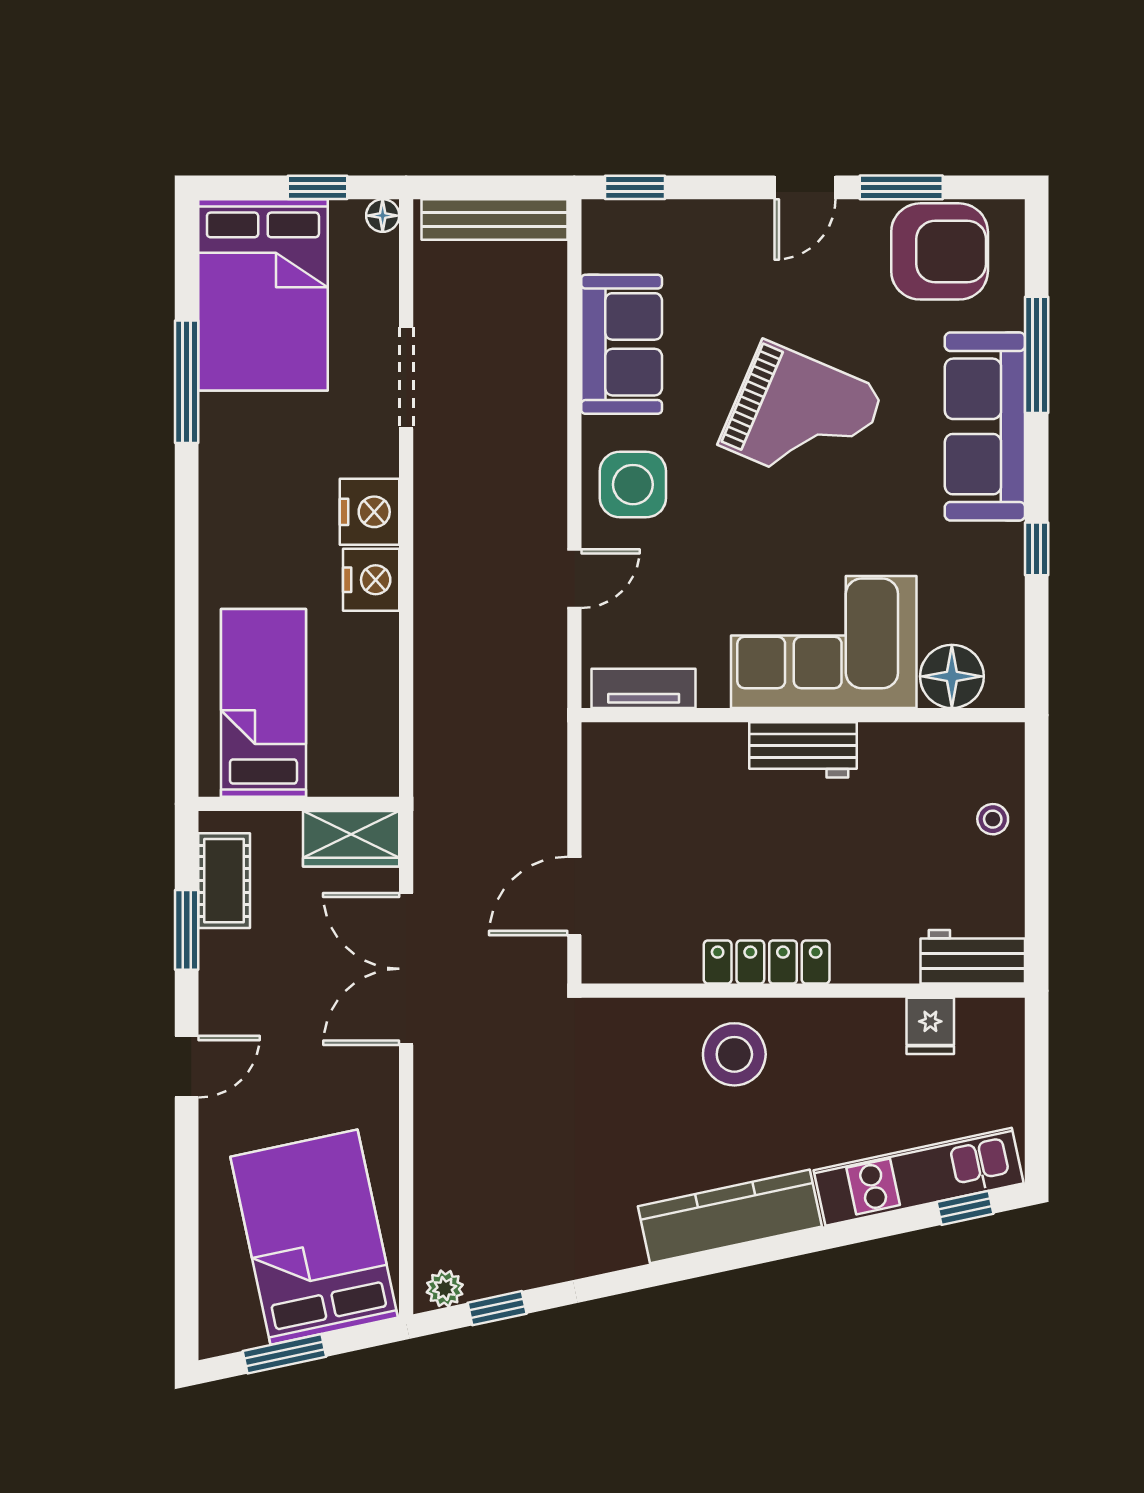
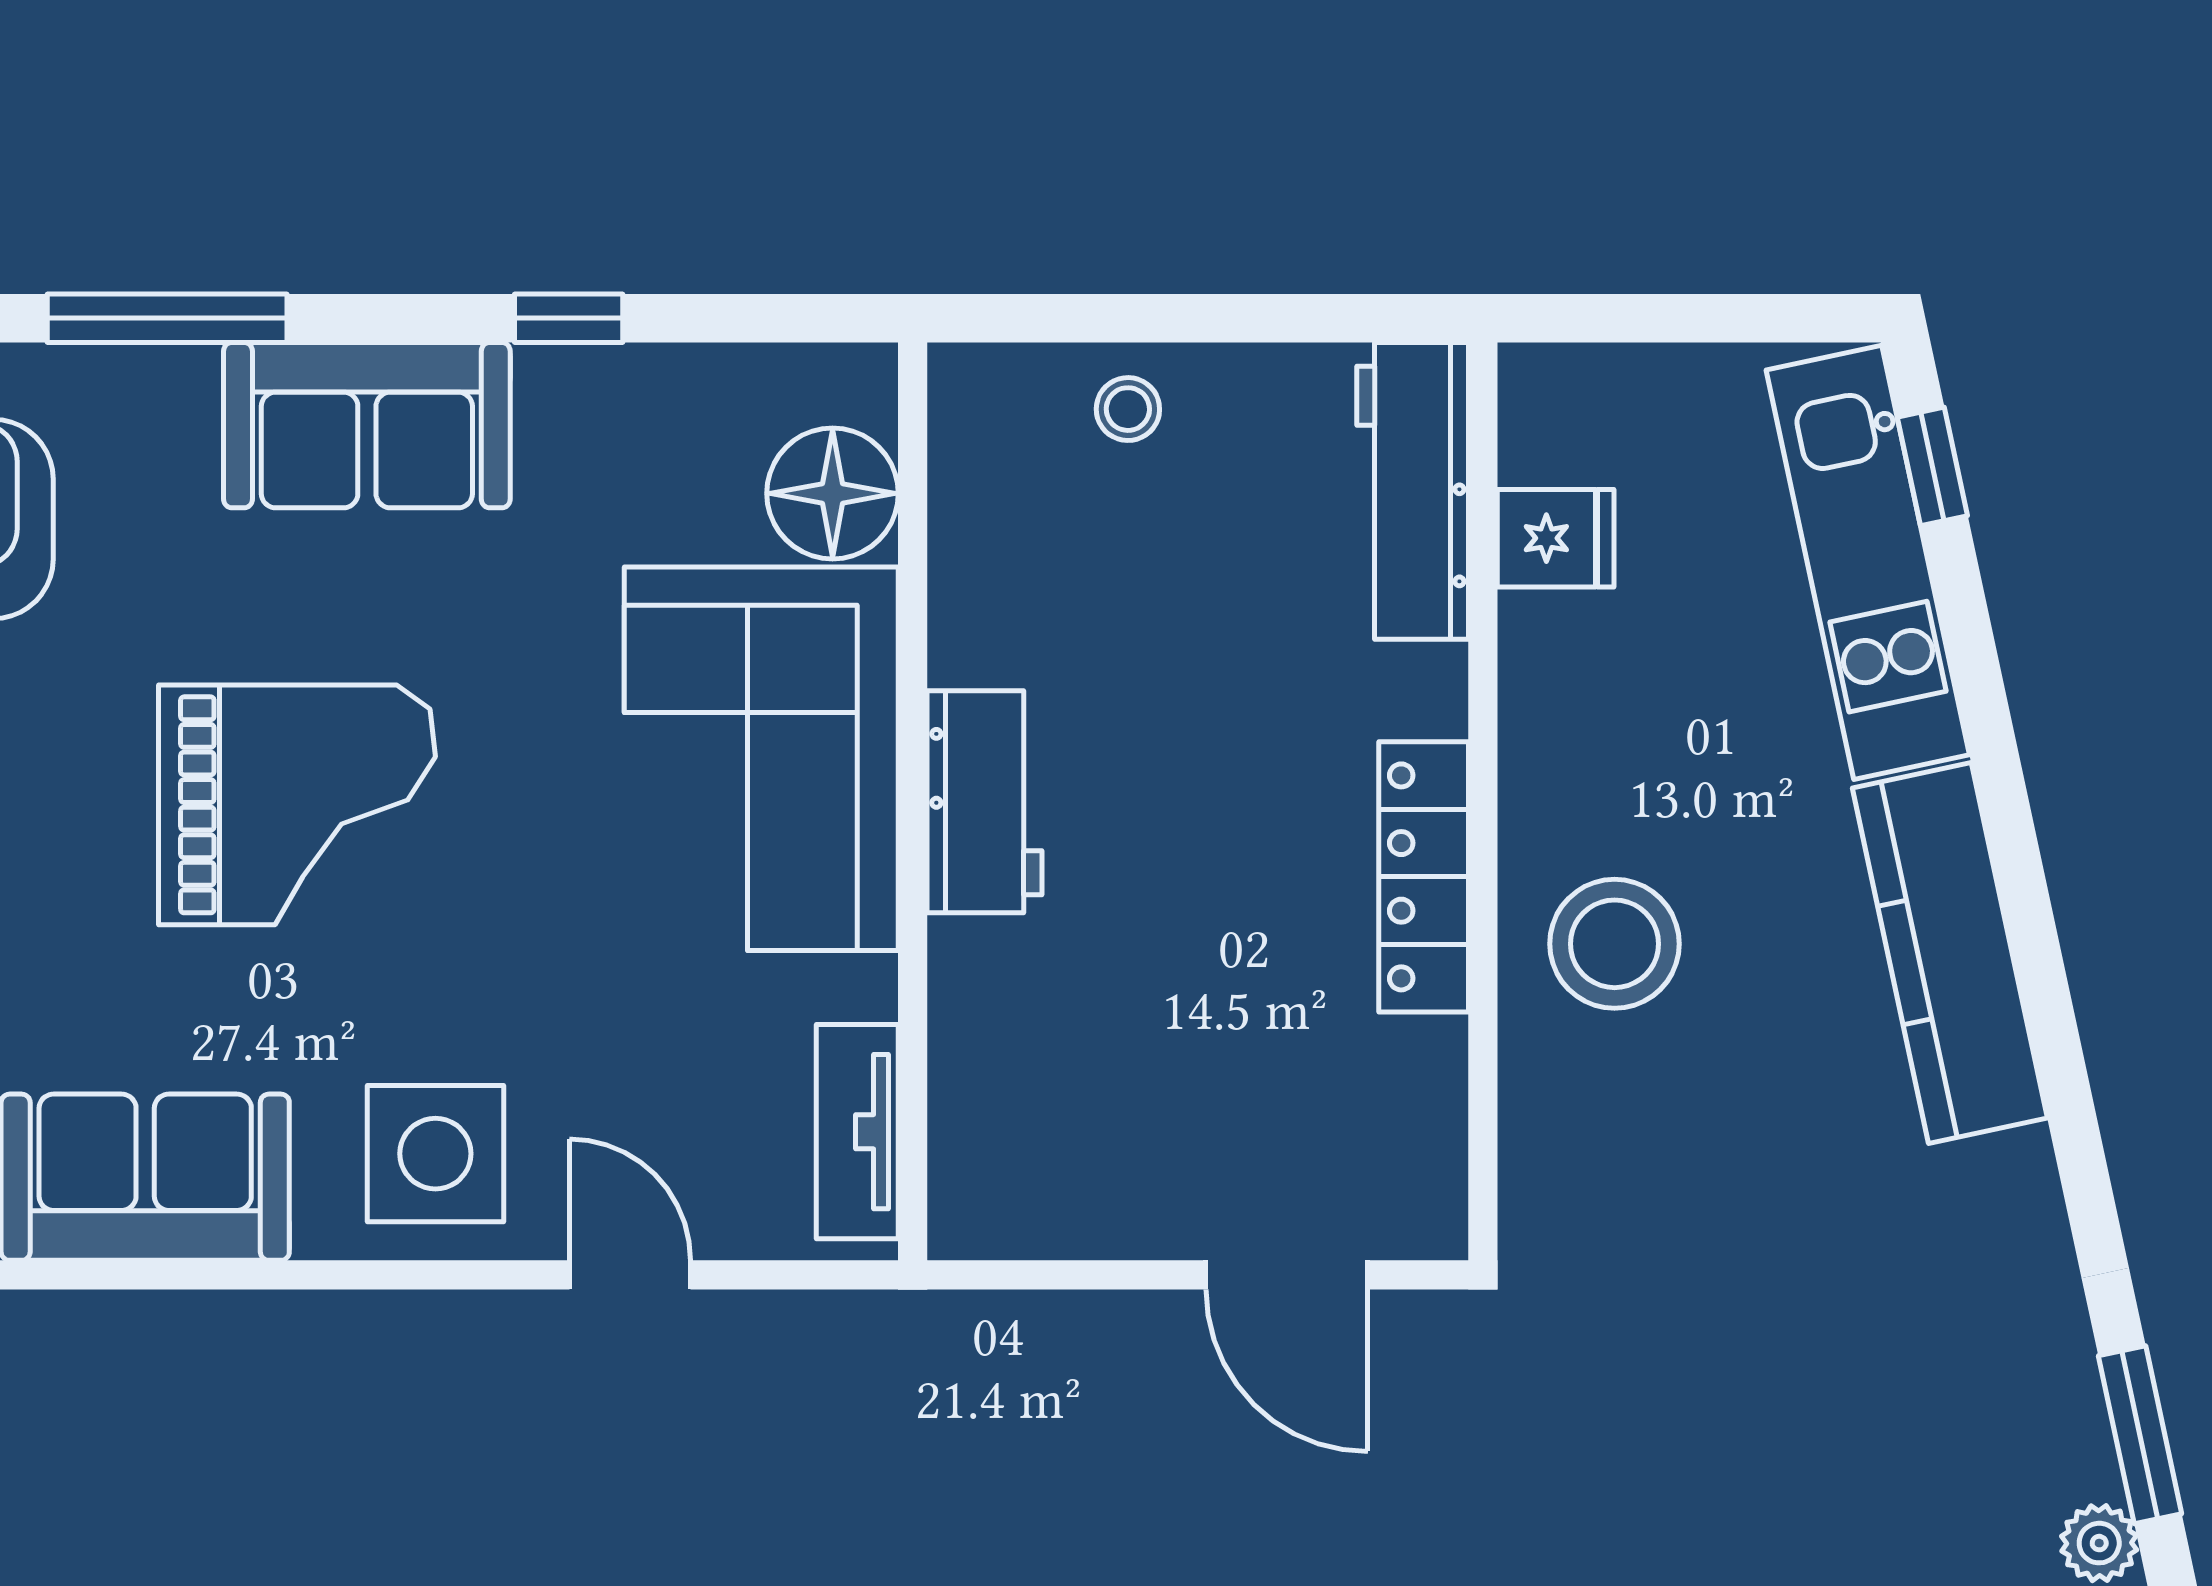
grand piano: (801, 418) -> (297, 805), turned 67
sofa: (985, 426) -> (367, 425), width x0.73
workbench: (973, 957) -> (1413, 491), width x1.38
window: (497, 1308) -> (2140, 1435), width x1.50

